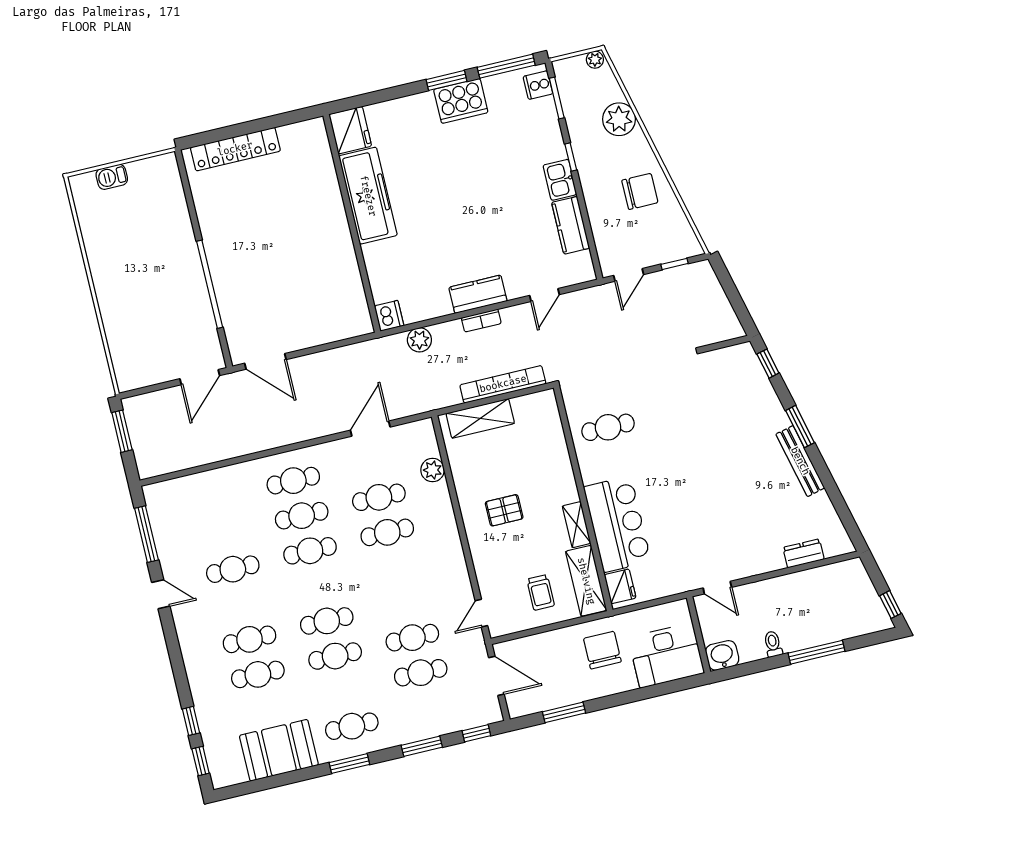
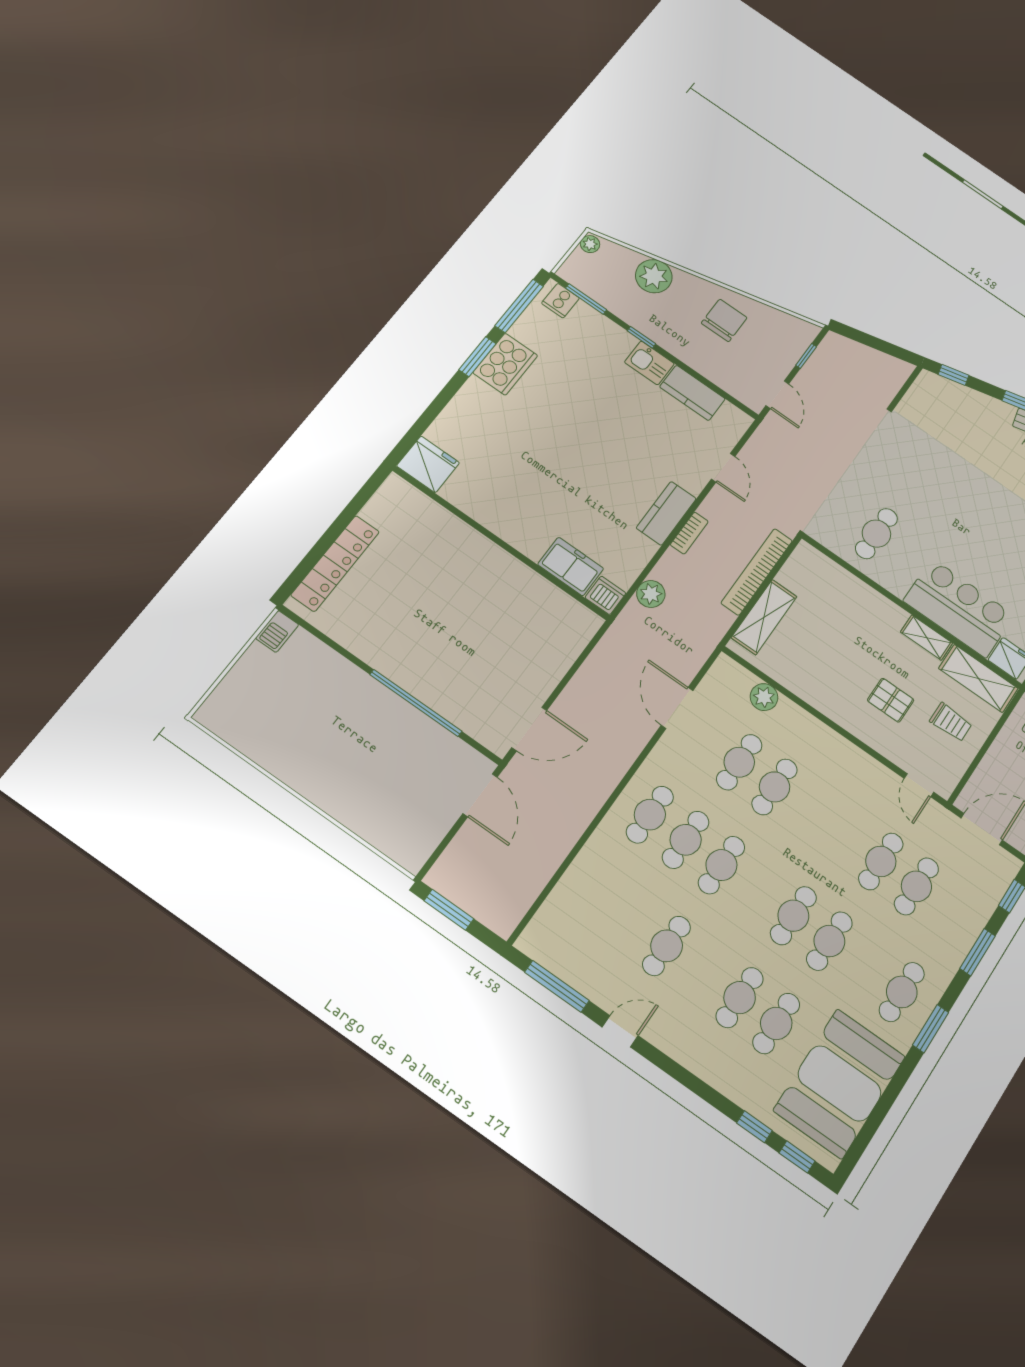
barbecue: (112, 177) -> (277, 631), moved
freezer: (368, 196) -> (571, 566), moved, width x0.52, depth x0.79
pallet: (504, 510) -> (891, 700), moved, turned 90
booth: (279, 750) -> (840, 1083), width x1.36, depth x1.42

